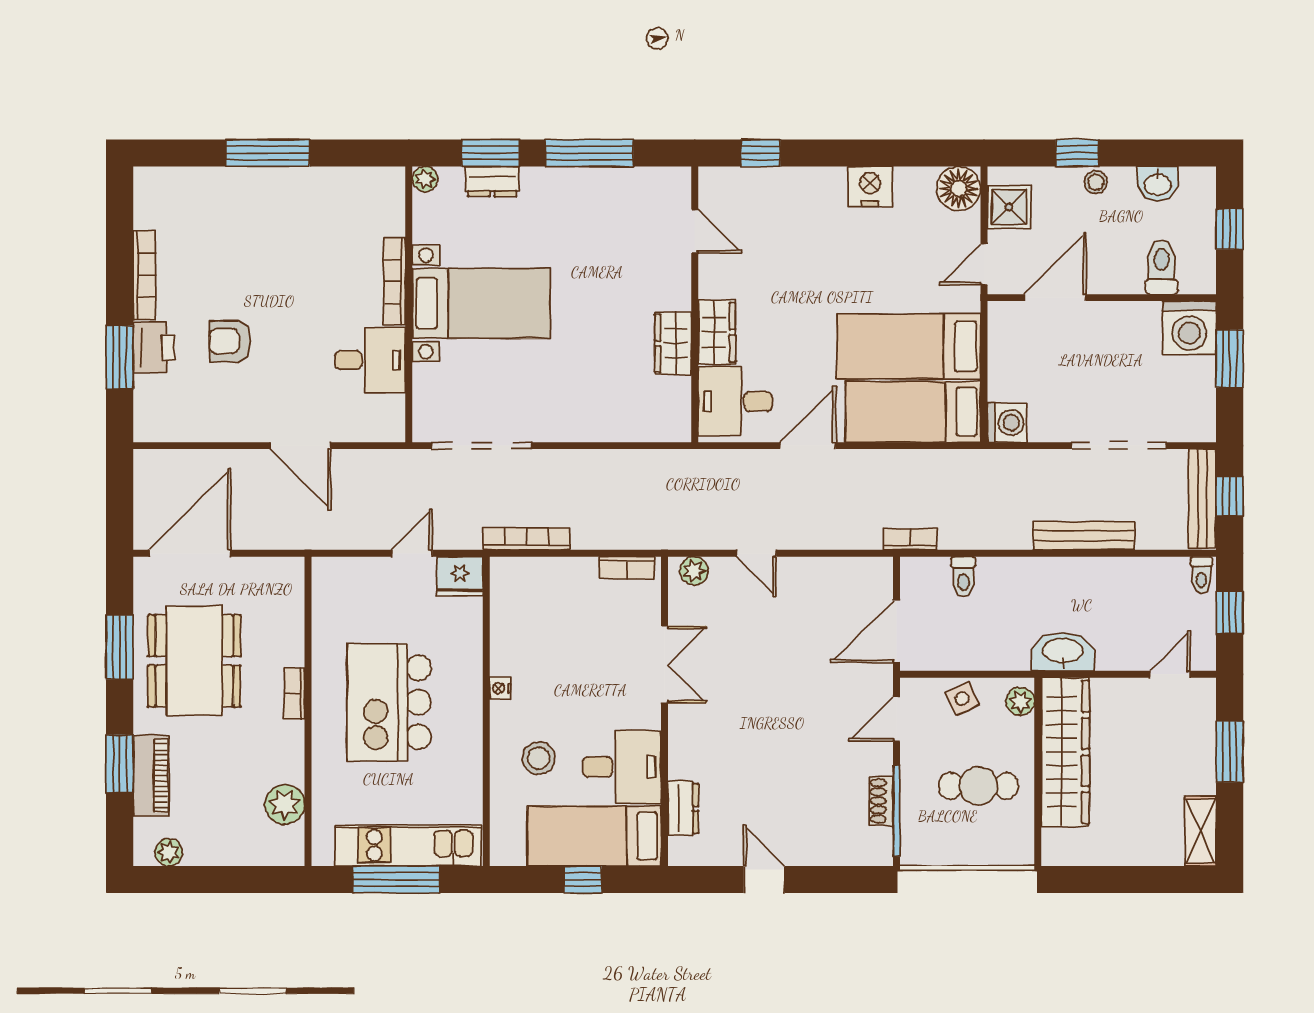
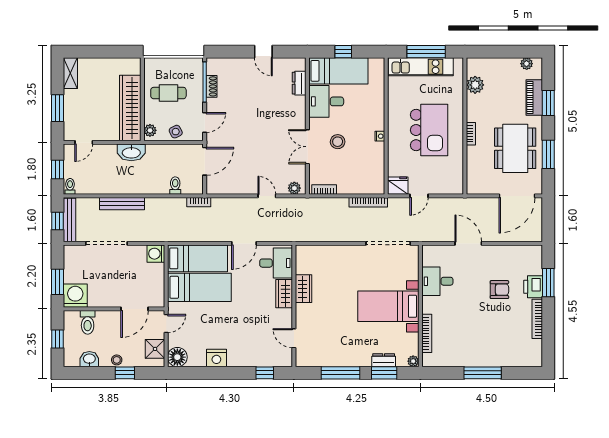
bookcase: (394, 281) -> (427, 333), moved
stool: (539, 758) -> (338, 142), moved

